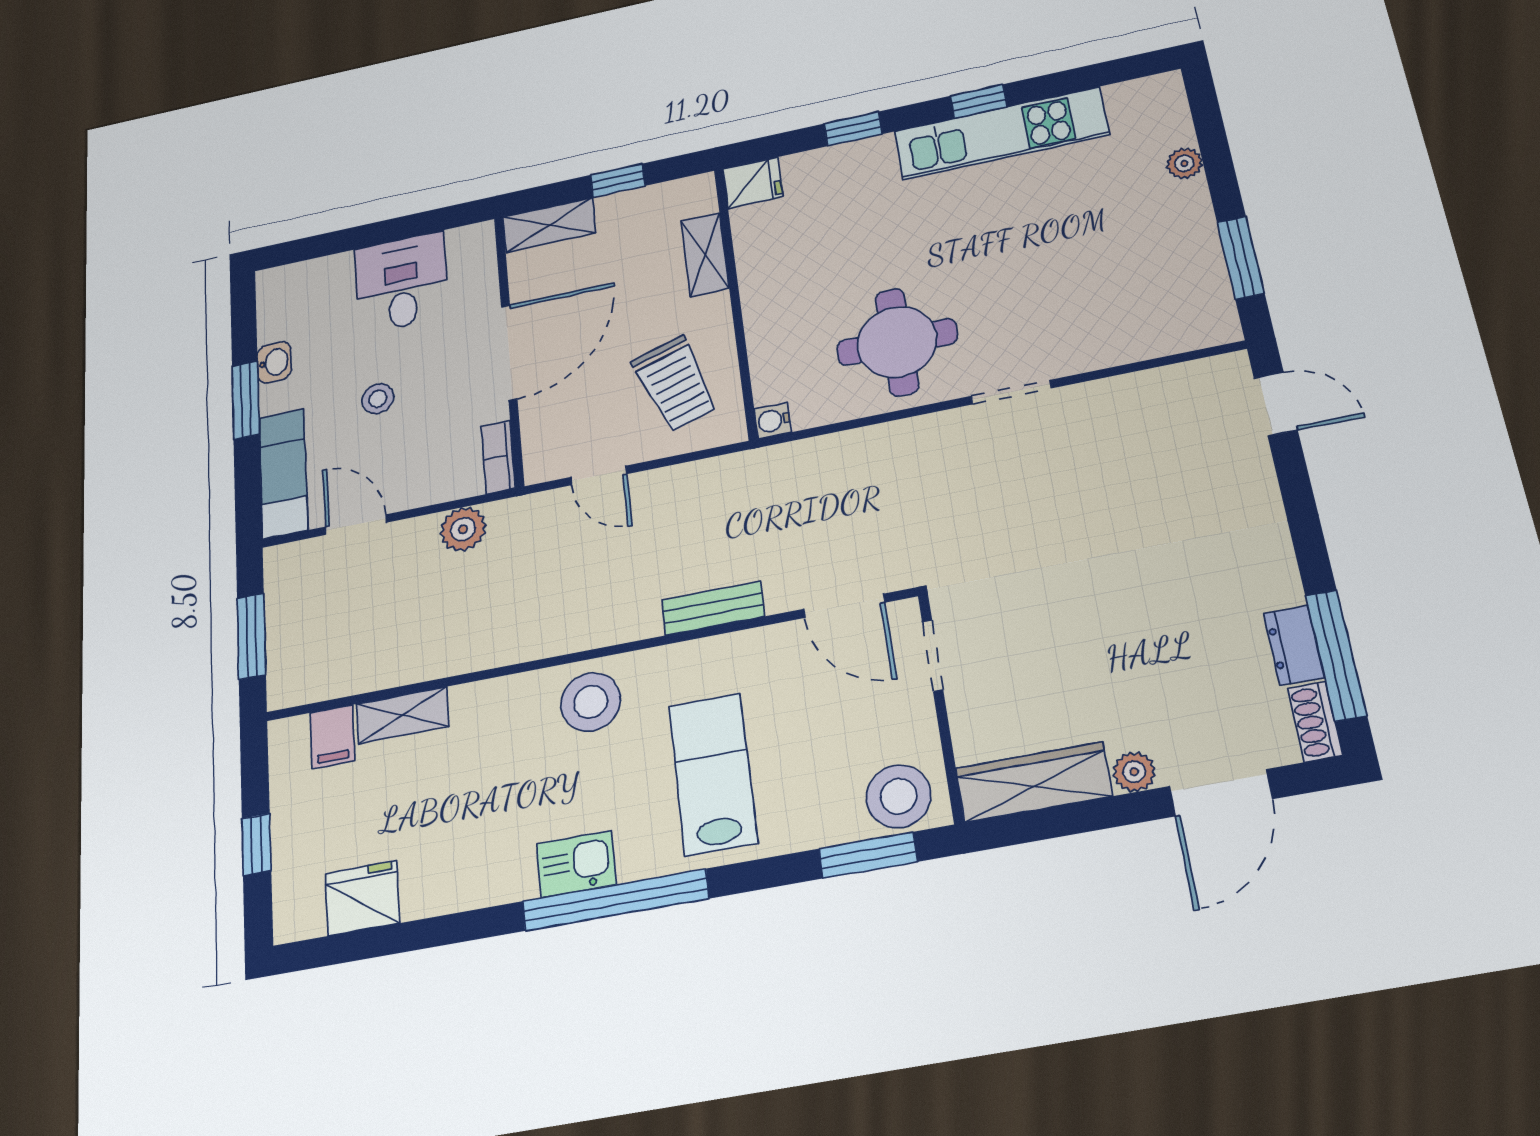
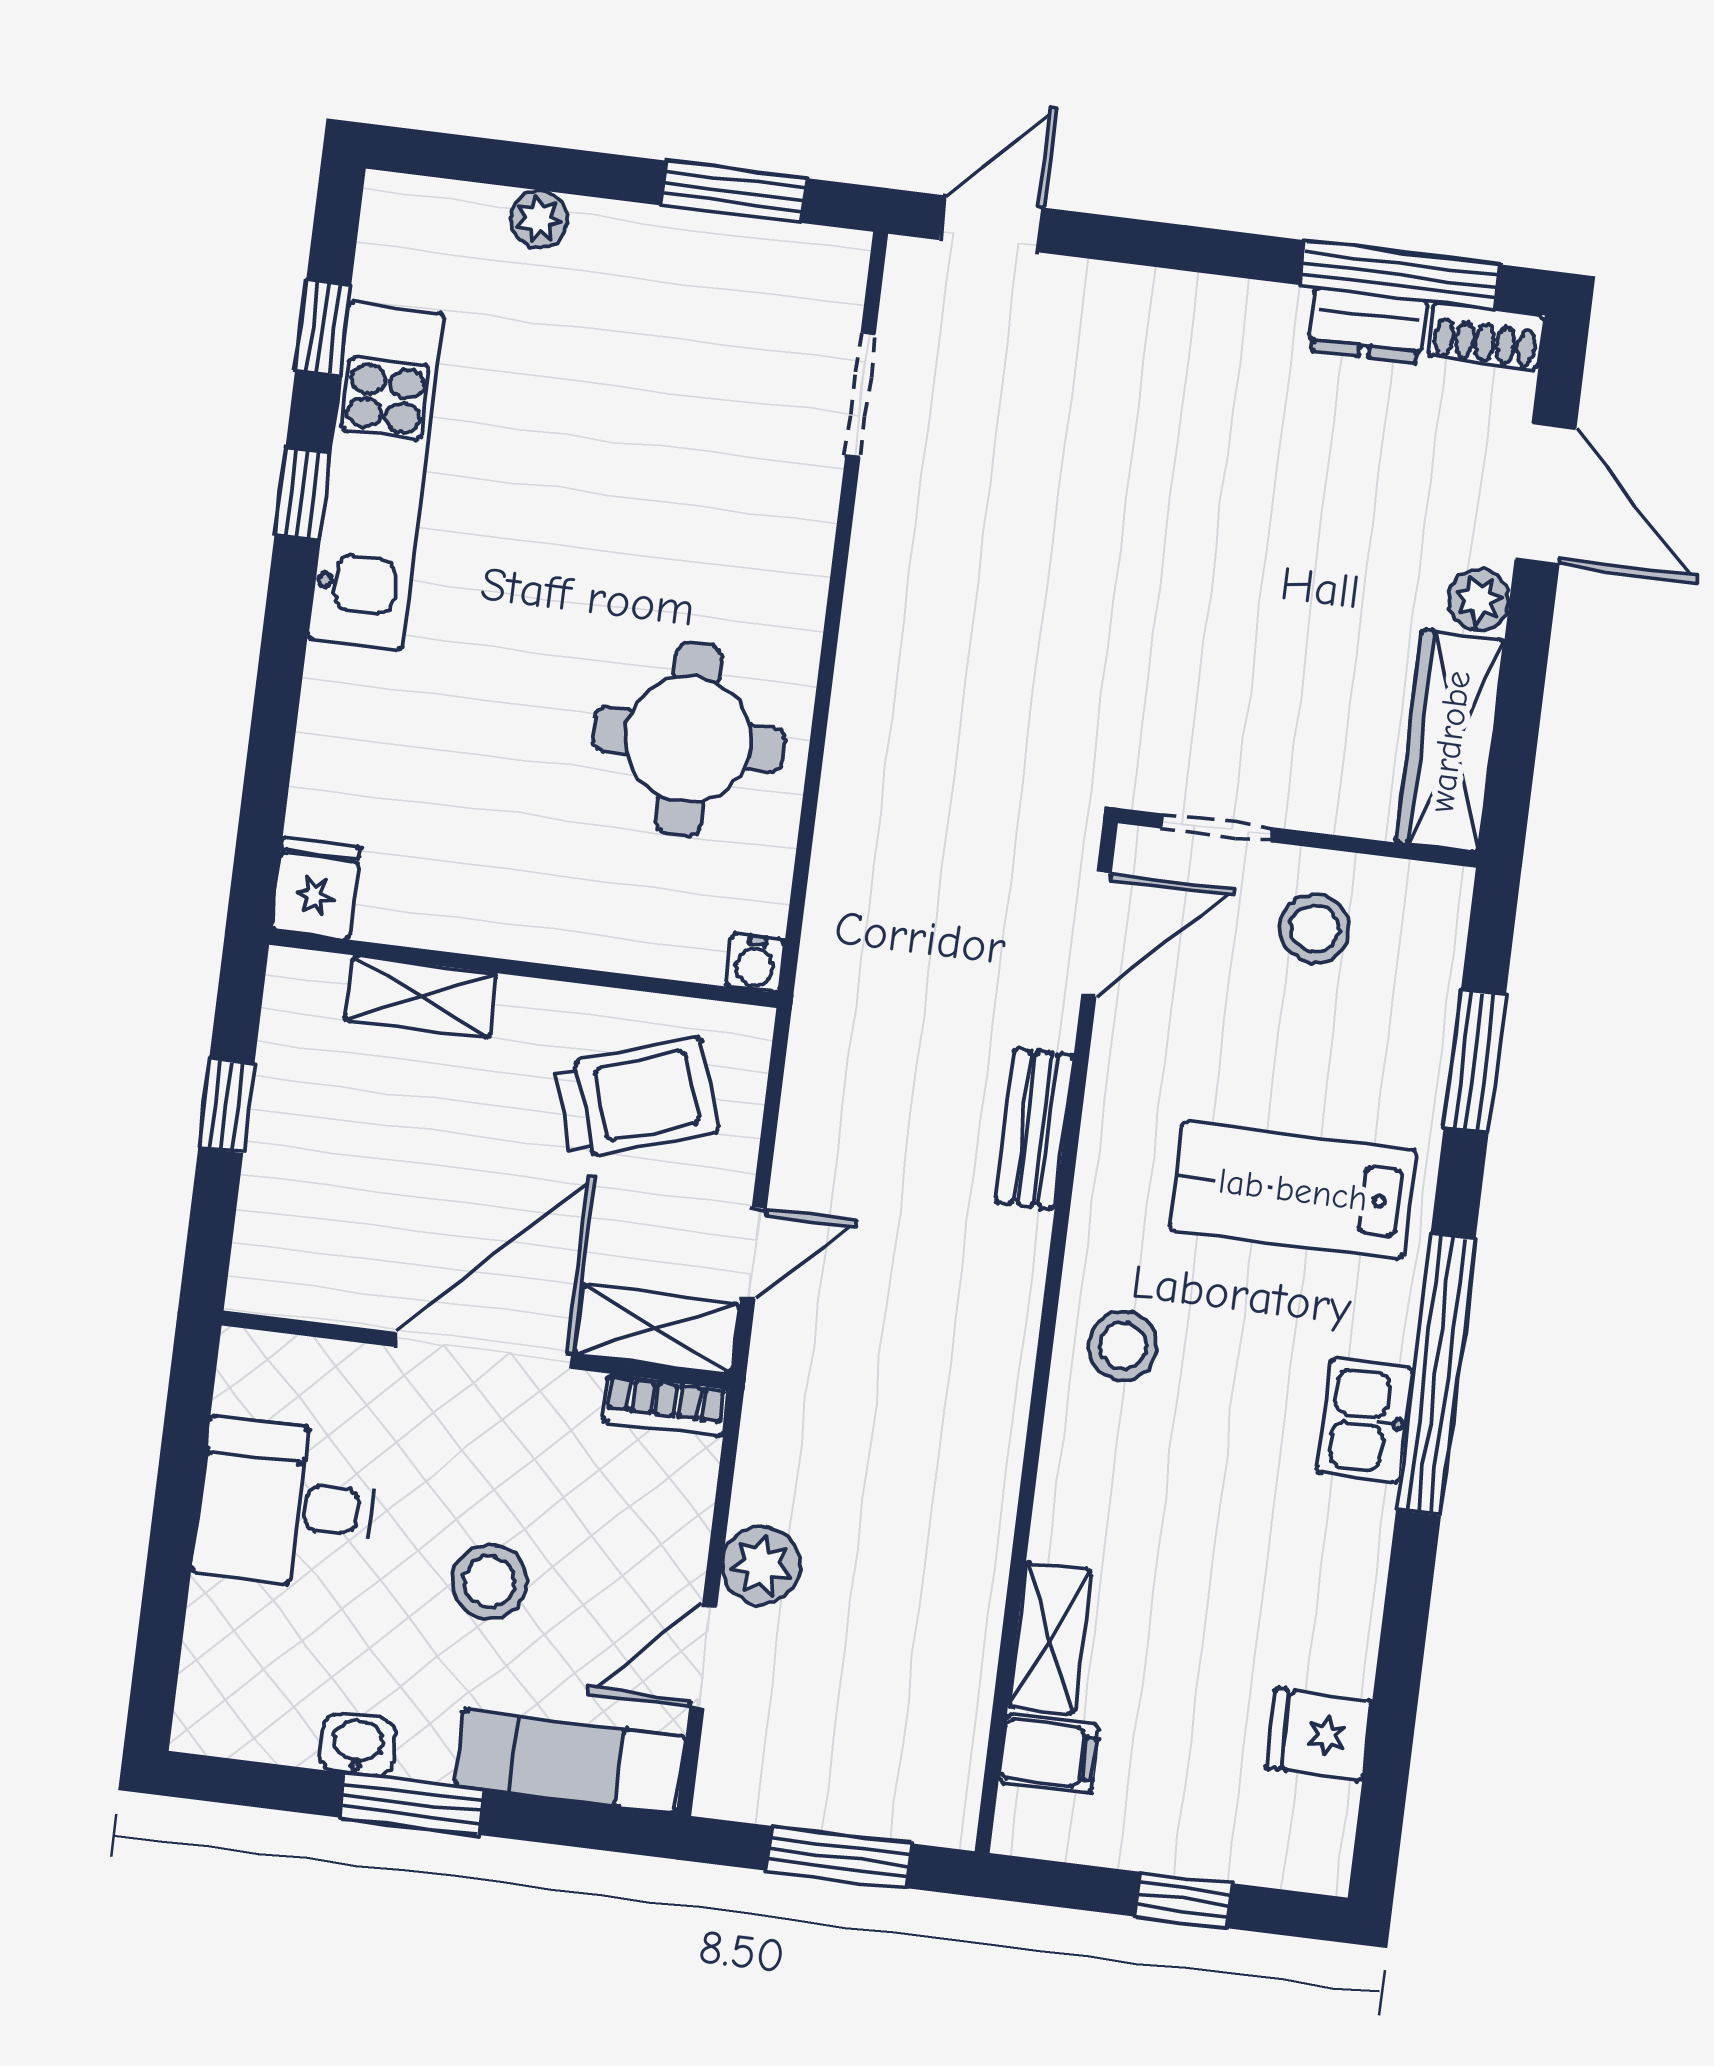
window: (853, 129) -> (323, 328), moved
shelving: (549, 225) -> (657, 1329), moved, turned 90
door: (509, 353) -> (483, 1350), hinge flipped
doorway: (1011, 392) -> (860, 395), moved
stool: (378, 399) -> (489, 1582), width x1.37, depth x1.37
plant: (463, 529) -> (761, 1566), moved
stool: (591, 702) -> (1123, 1346), width x0.73, depth x0.73
stool: (899, 796) -> (1315, 928), moved, width x0.73, depth x0.73
window: (868, 855) -> (1475, 1060), moved
fridge: (362, 898) -> (1319, 1734), width x0.72

